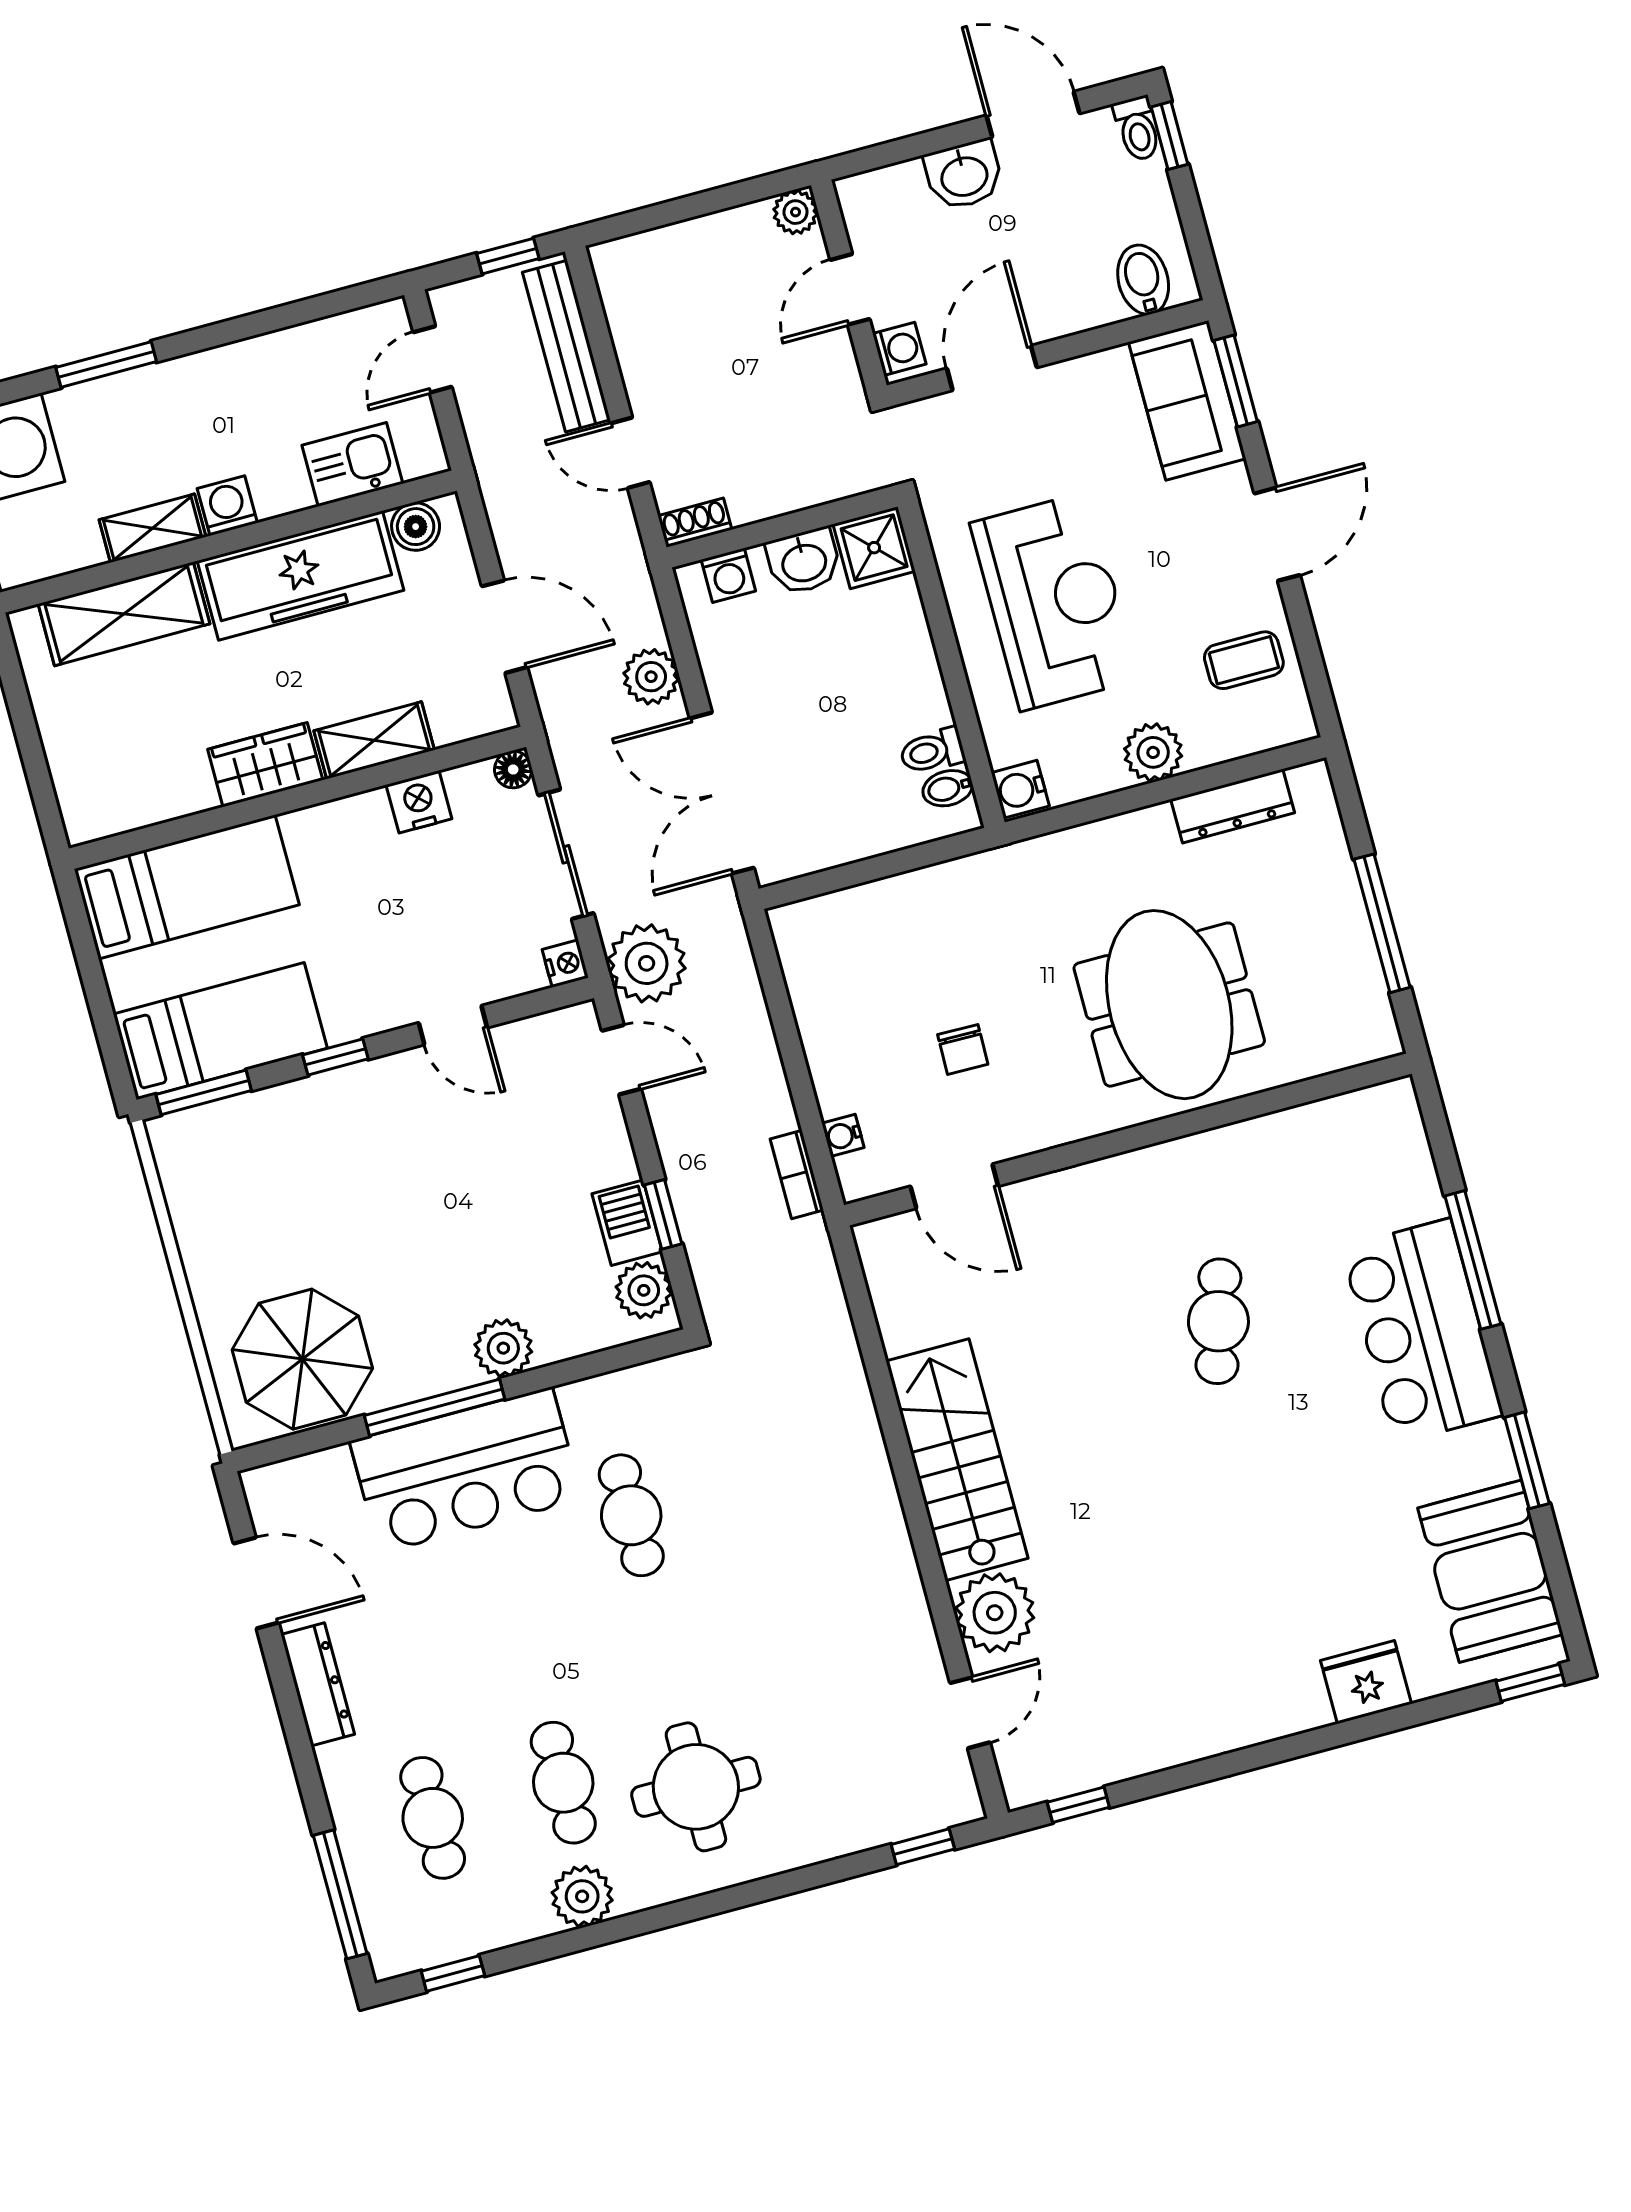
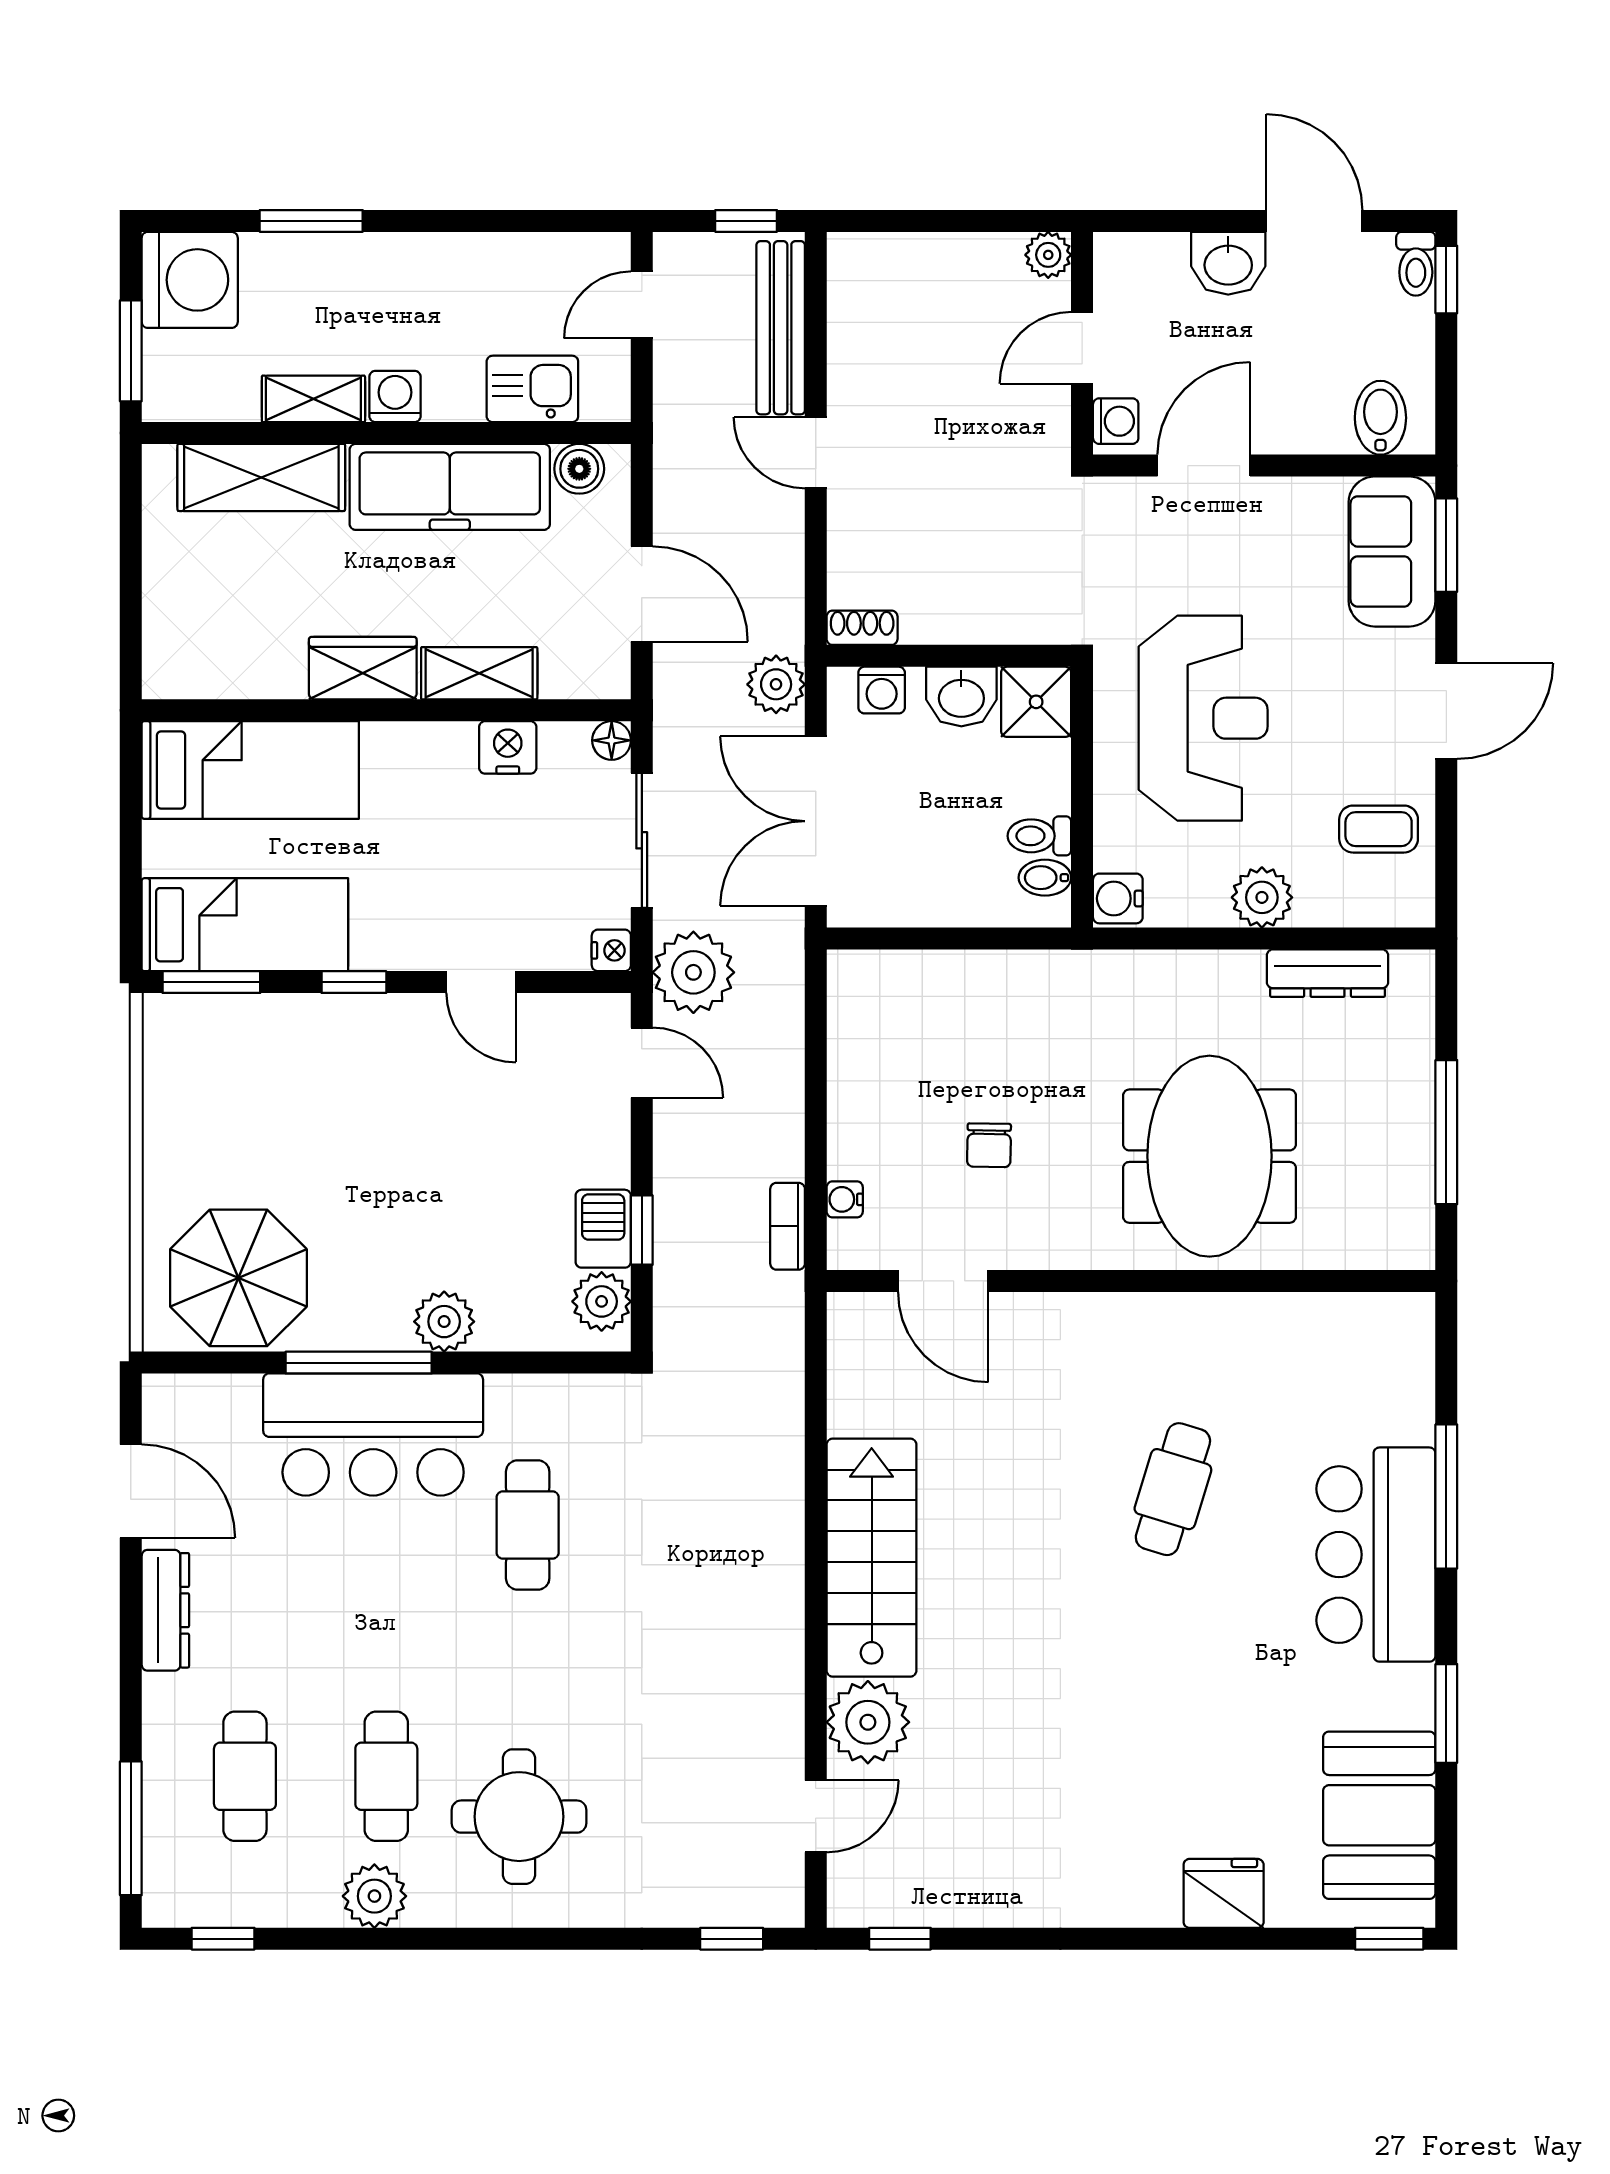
shoe rack: (695, 523) -> (862, 628), moved
wall: (782, 527) -> (949, 656), moved
shower: (874, 548) -> (1036, 702), moved
washbasin: (804, 561) -> (961, 697), moved
washing machine: (728, 575) -> (882, 690), moved

